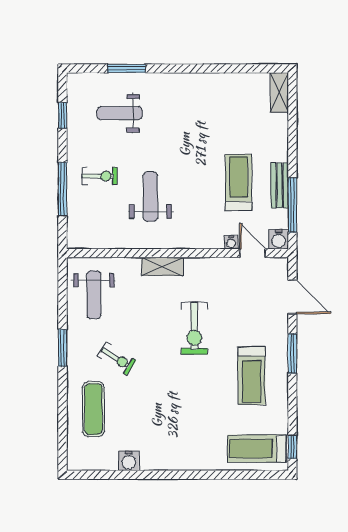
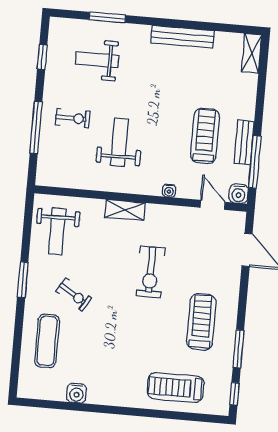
bench: (206, 82) -> (183, 37), added
water cooler: (231, 242) -> (169, 191), moved
window: (292, 354) -> (238, 349), moved
treadmill: (252, 376) -> (201, 322), turned 180
treadmill: (257, 449) -> (176, 387), moved

